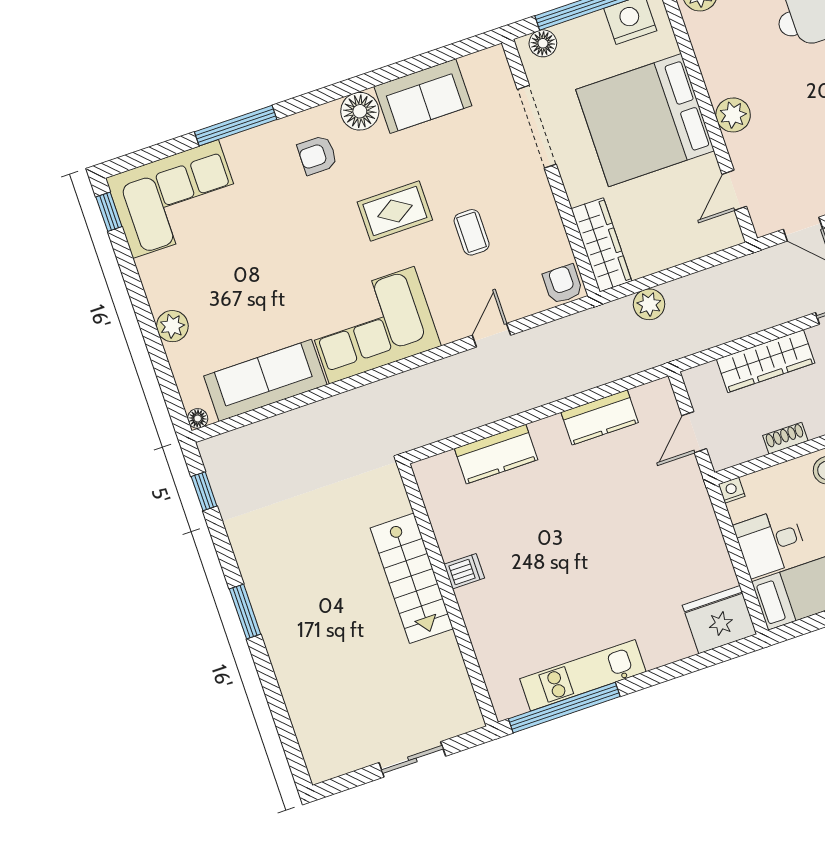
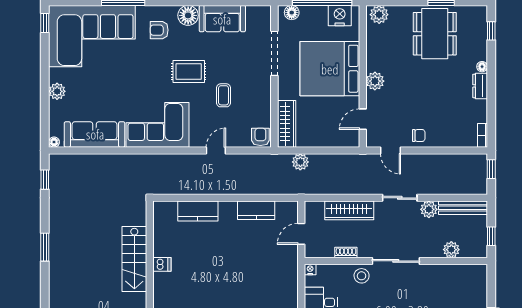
corner sofa: (176, 199) -> (92, 36), width x1.36, depth x1.36

